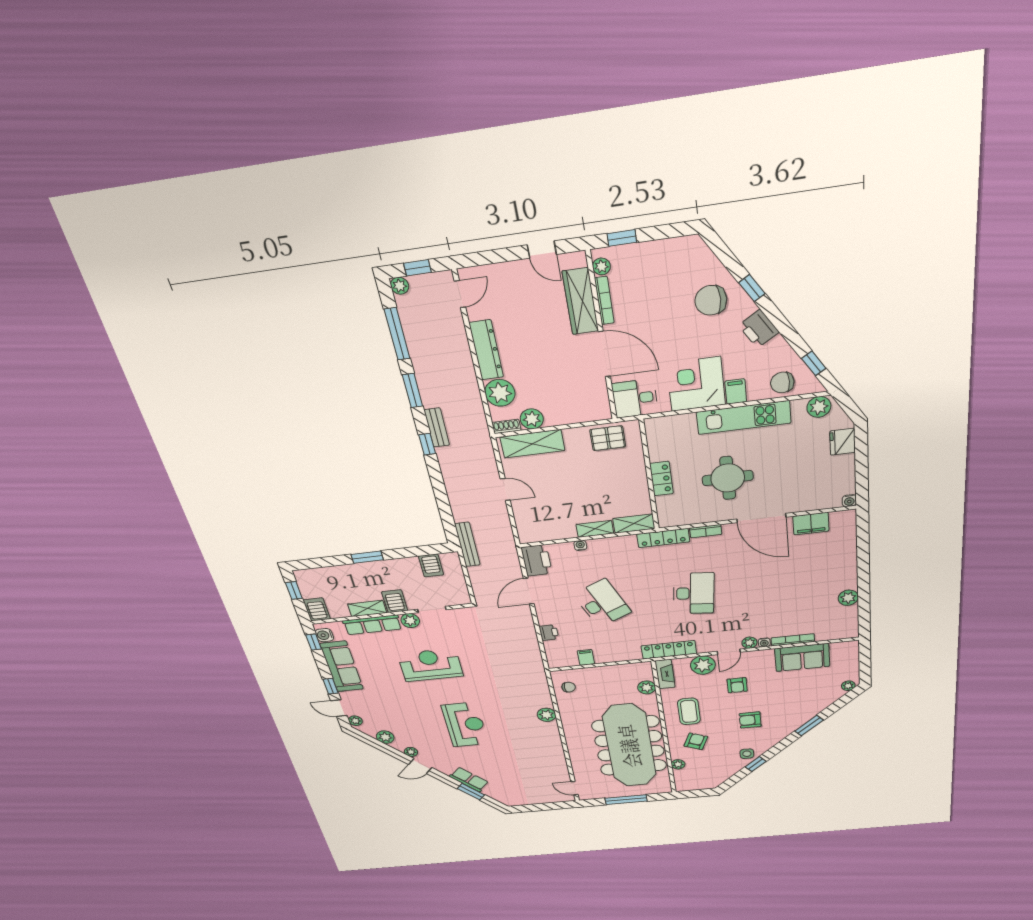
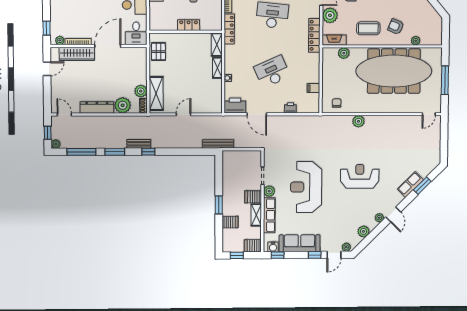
server rack: (431, 565) -> (230, 222), moved
reception desk: (430, 665) -> (306, 187), width x1.36, depth x1.30

